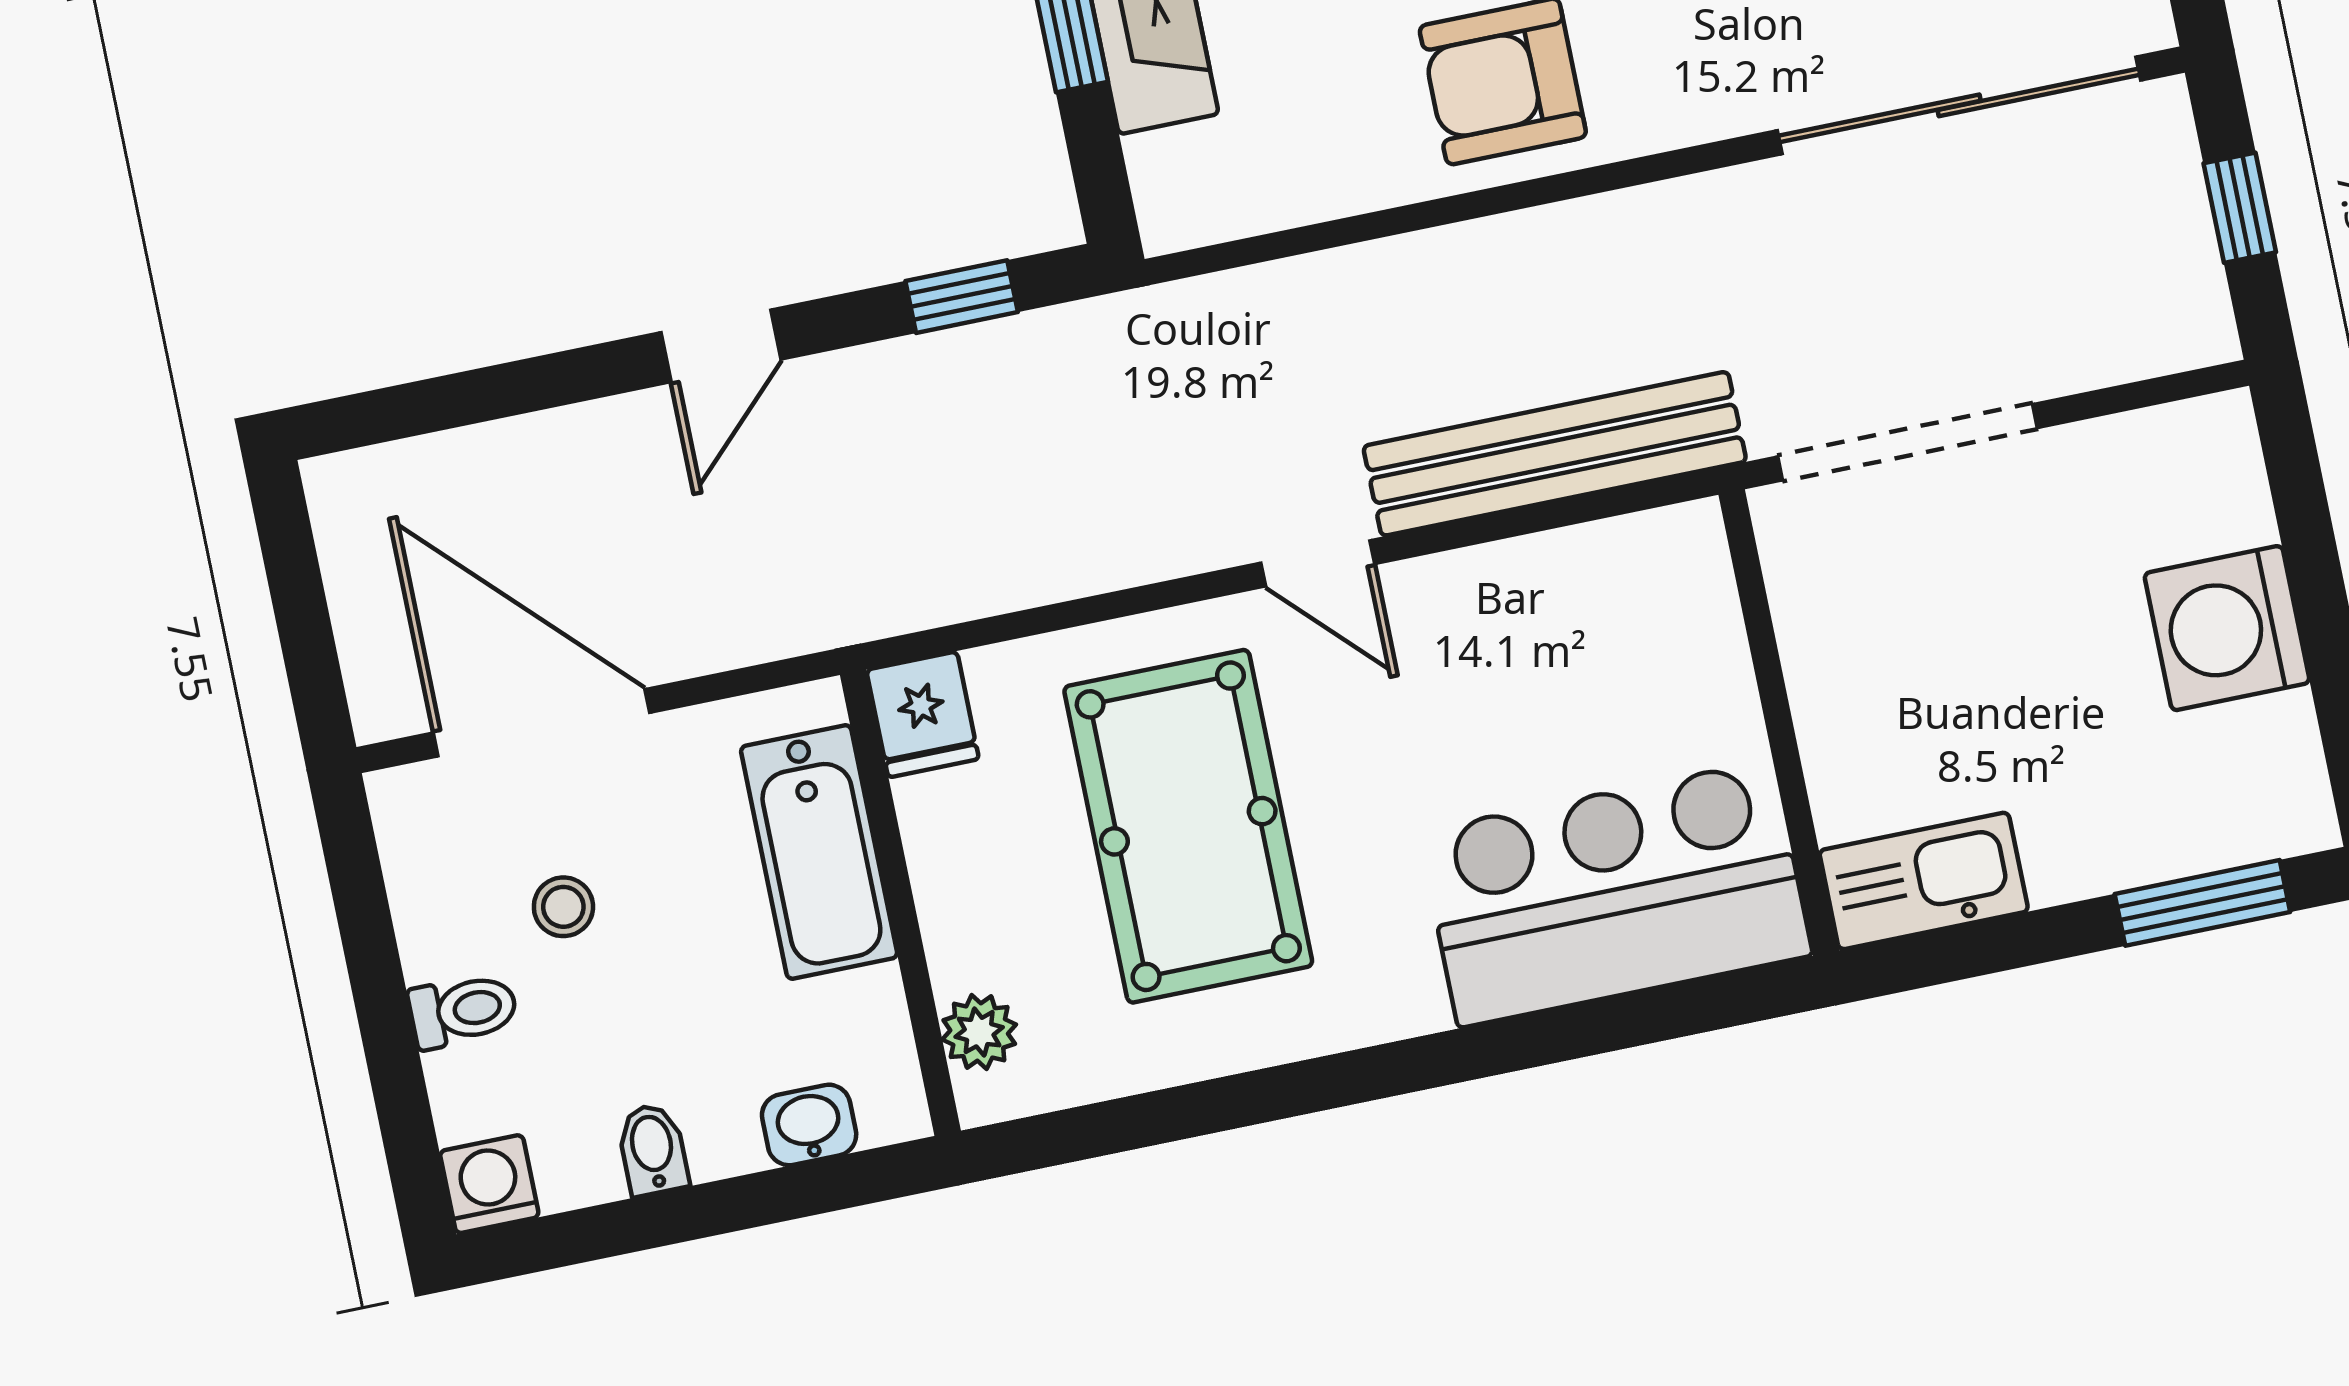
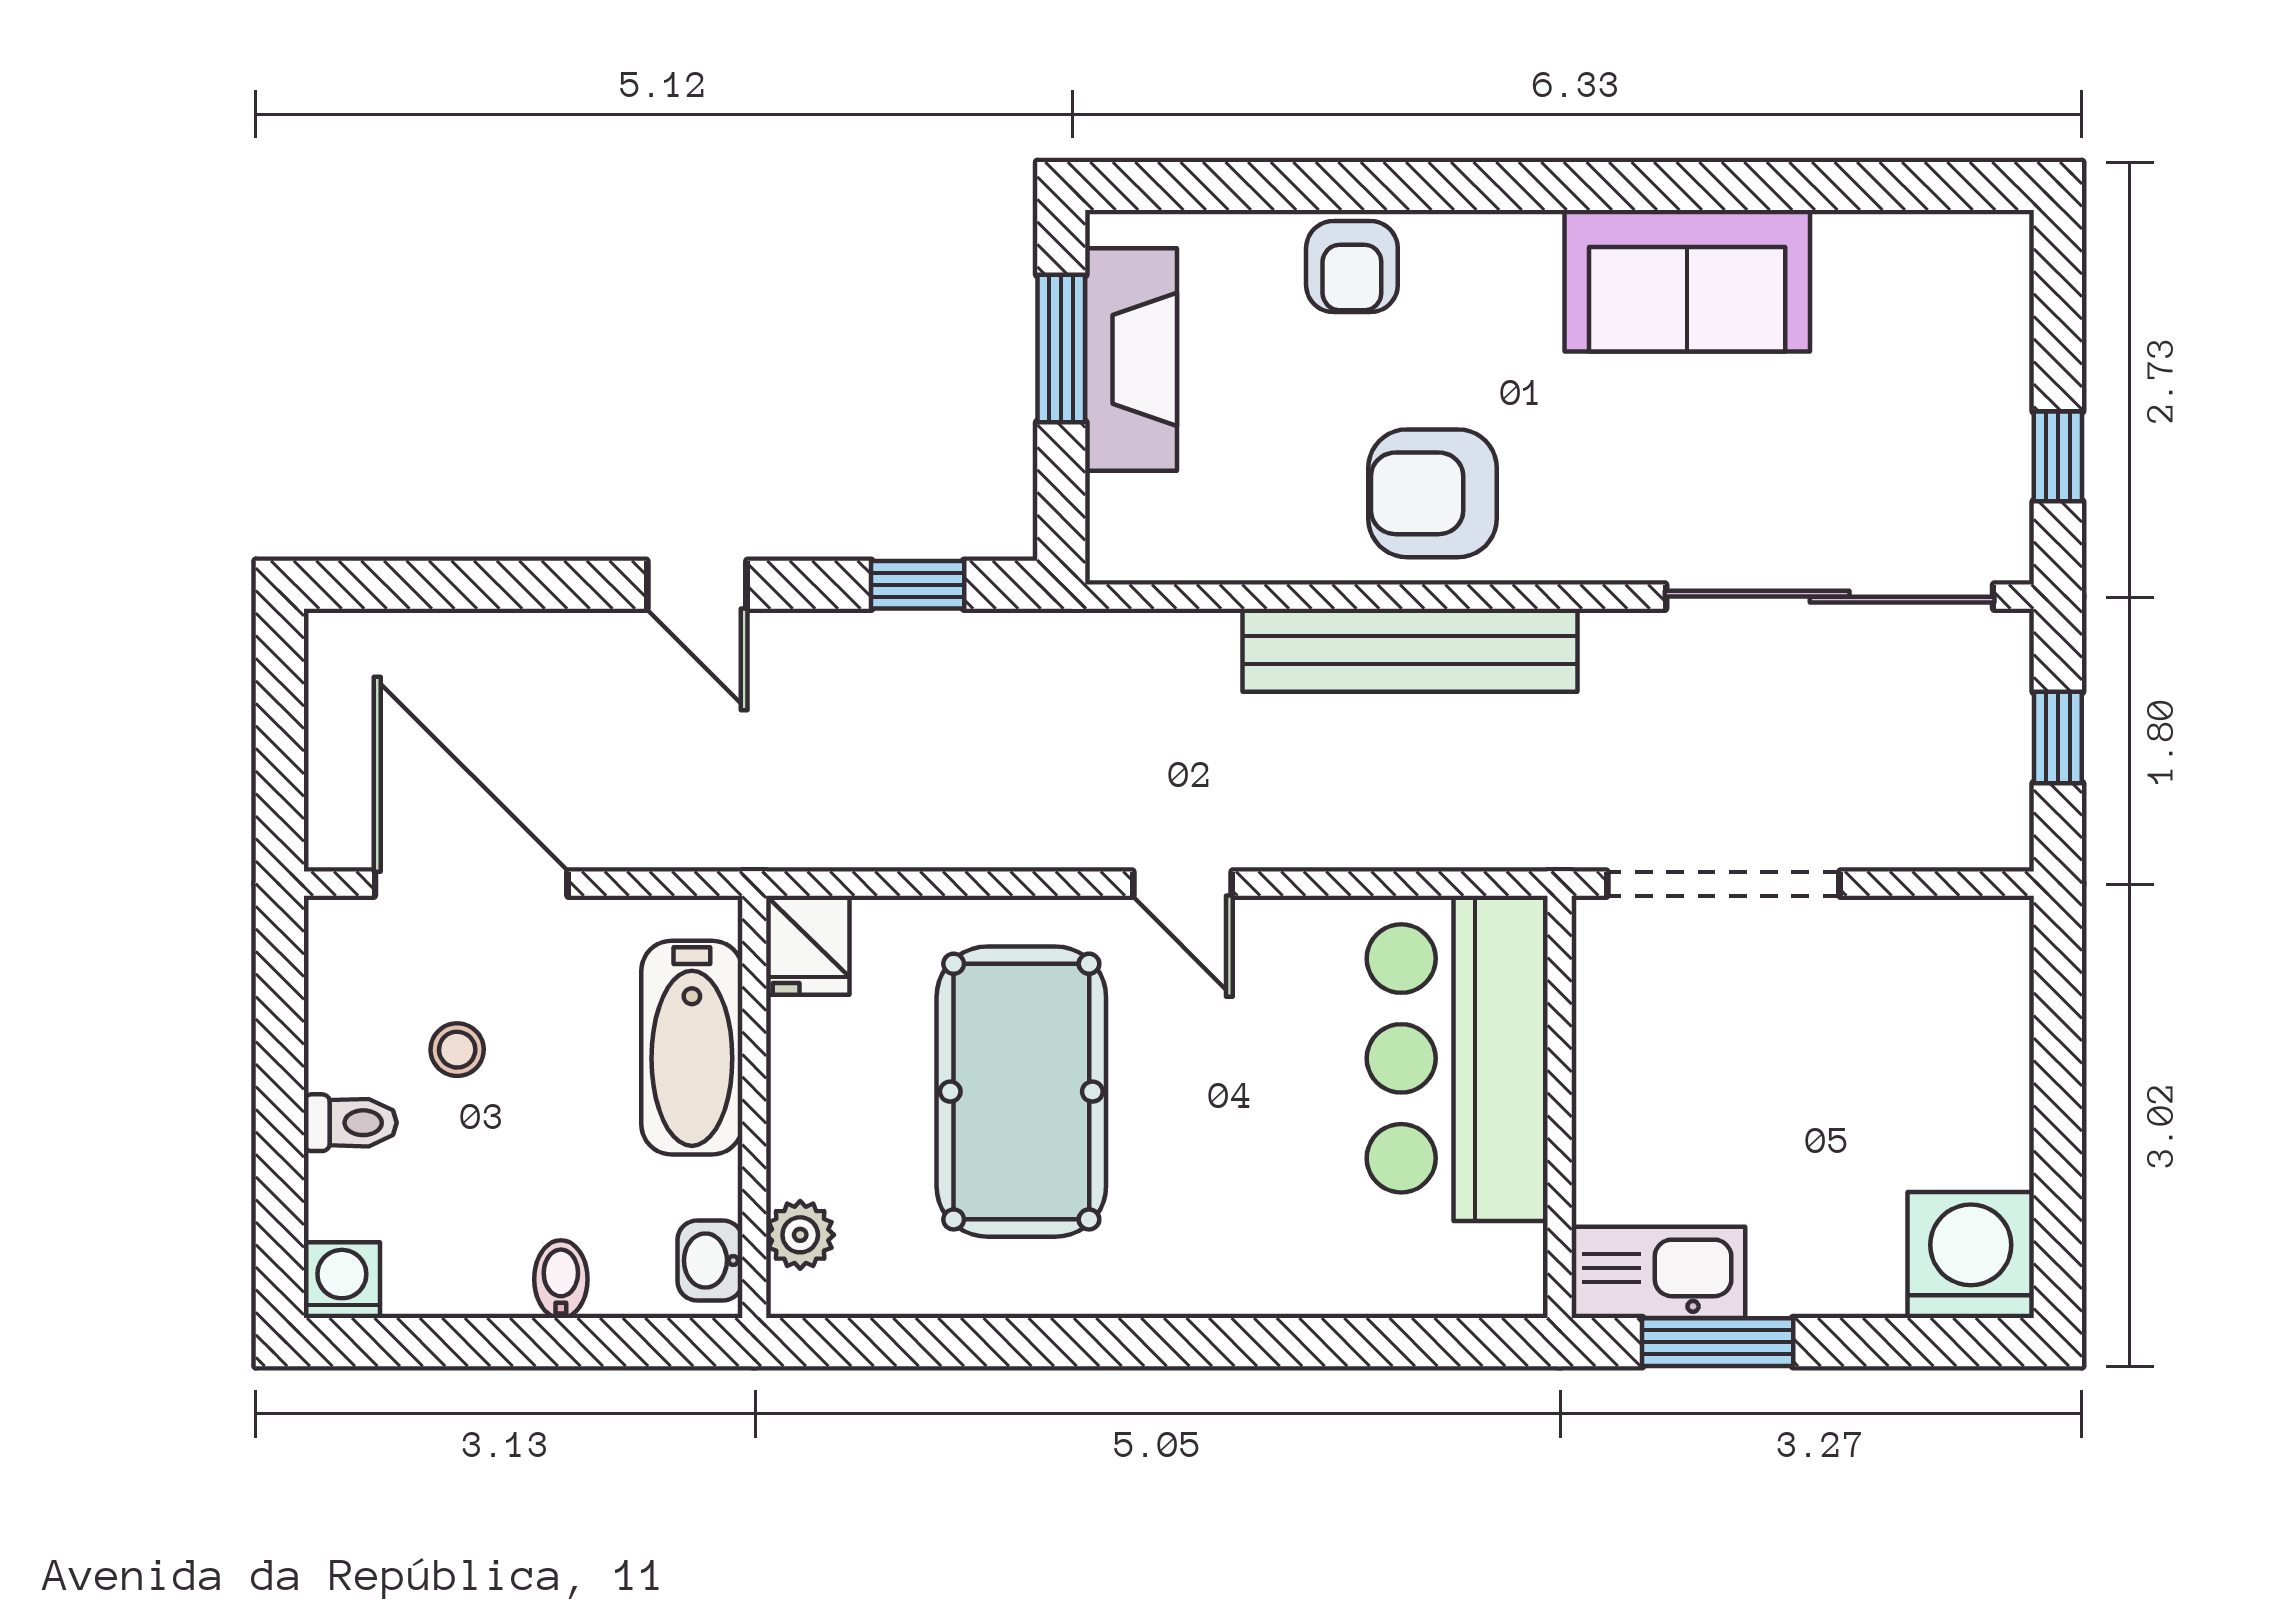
door: (721, 346) -> (697, 585), hinge flipped
bench: (1555, 454) -> (1410, 650), moved
washing machine: (2227, 628) -> (1971, 1255), moved, turned 90
bar counter: (1615, 893) -> (1457, 1058), moved, turned -90
window: (2202, 903) -> (1718, 1342), moved
washbasin: (809, 1125) -> (710, 1261), moved, turned -90
bidet: (653, 1149) -> (561, 1279), moved

